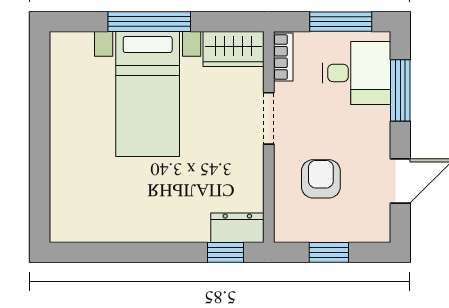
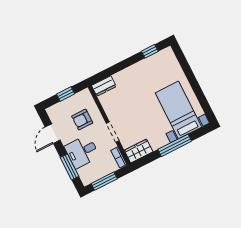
desk: (356, 73) -> (82, 152), moved
bed with nightstands: (148, 94) -> (178, 110), moved
armchair: (321, 179) -> (82, 120), turned 90
window: (226, 252) -> (150, 51), moved

